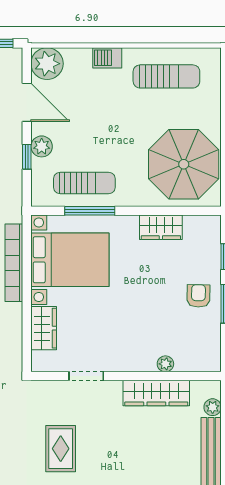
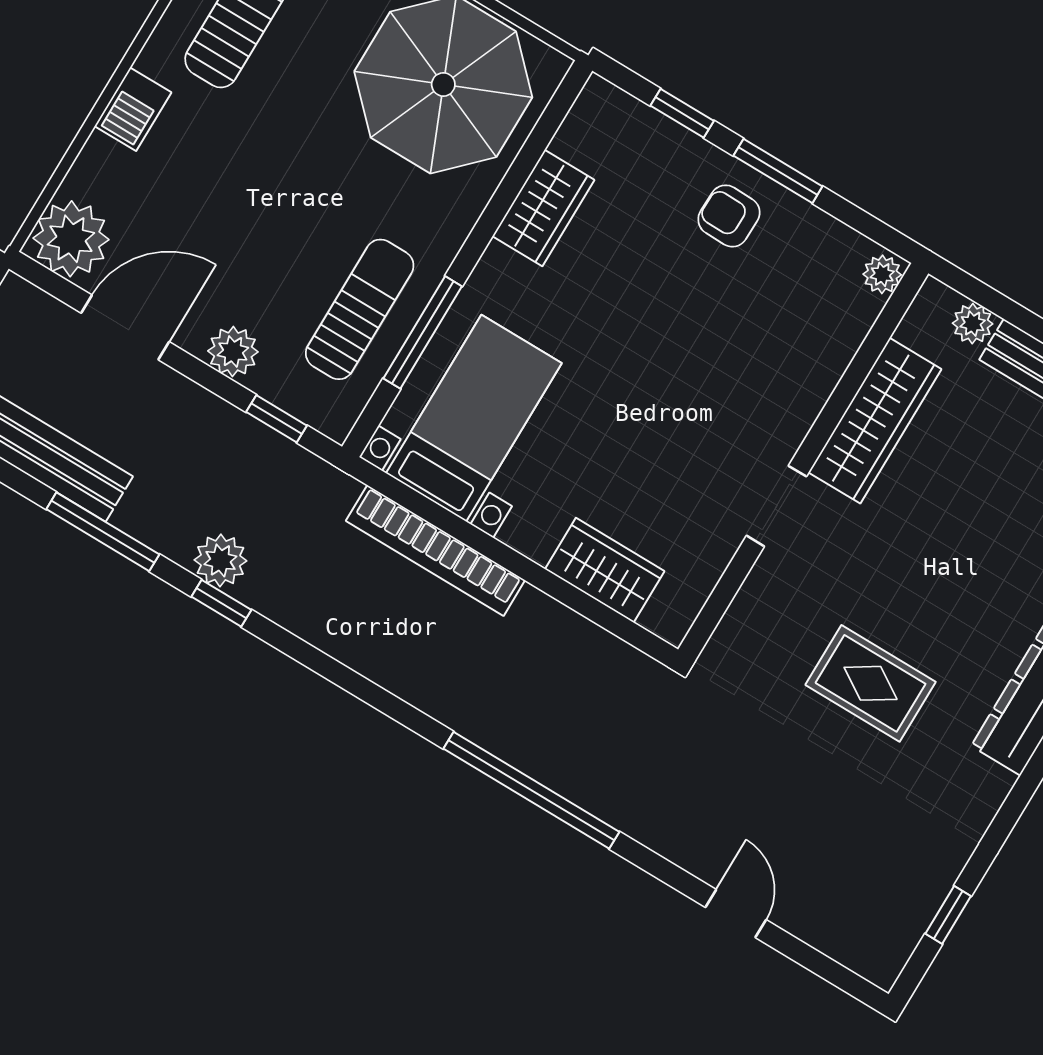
window: (27, 157) -> (277, 419), moved
bed with nightstands: (70, 260) -> (474, 418), width x0.73
plant: (165, 364) -> (882, 274), moved
doorway: (86, 376) -> (776, 506), moved

